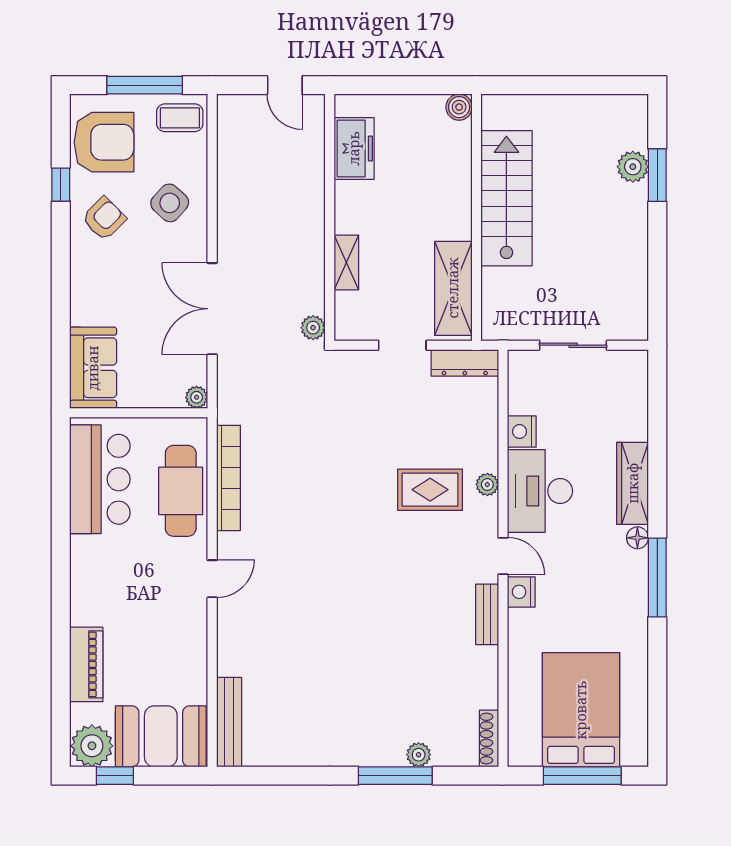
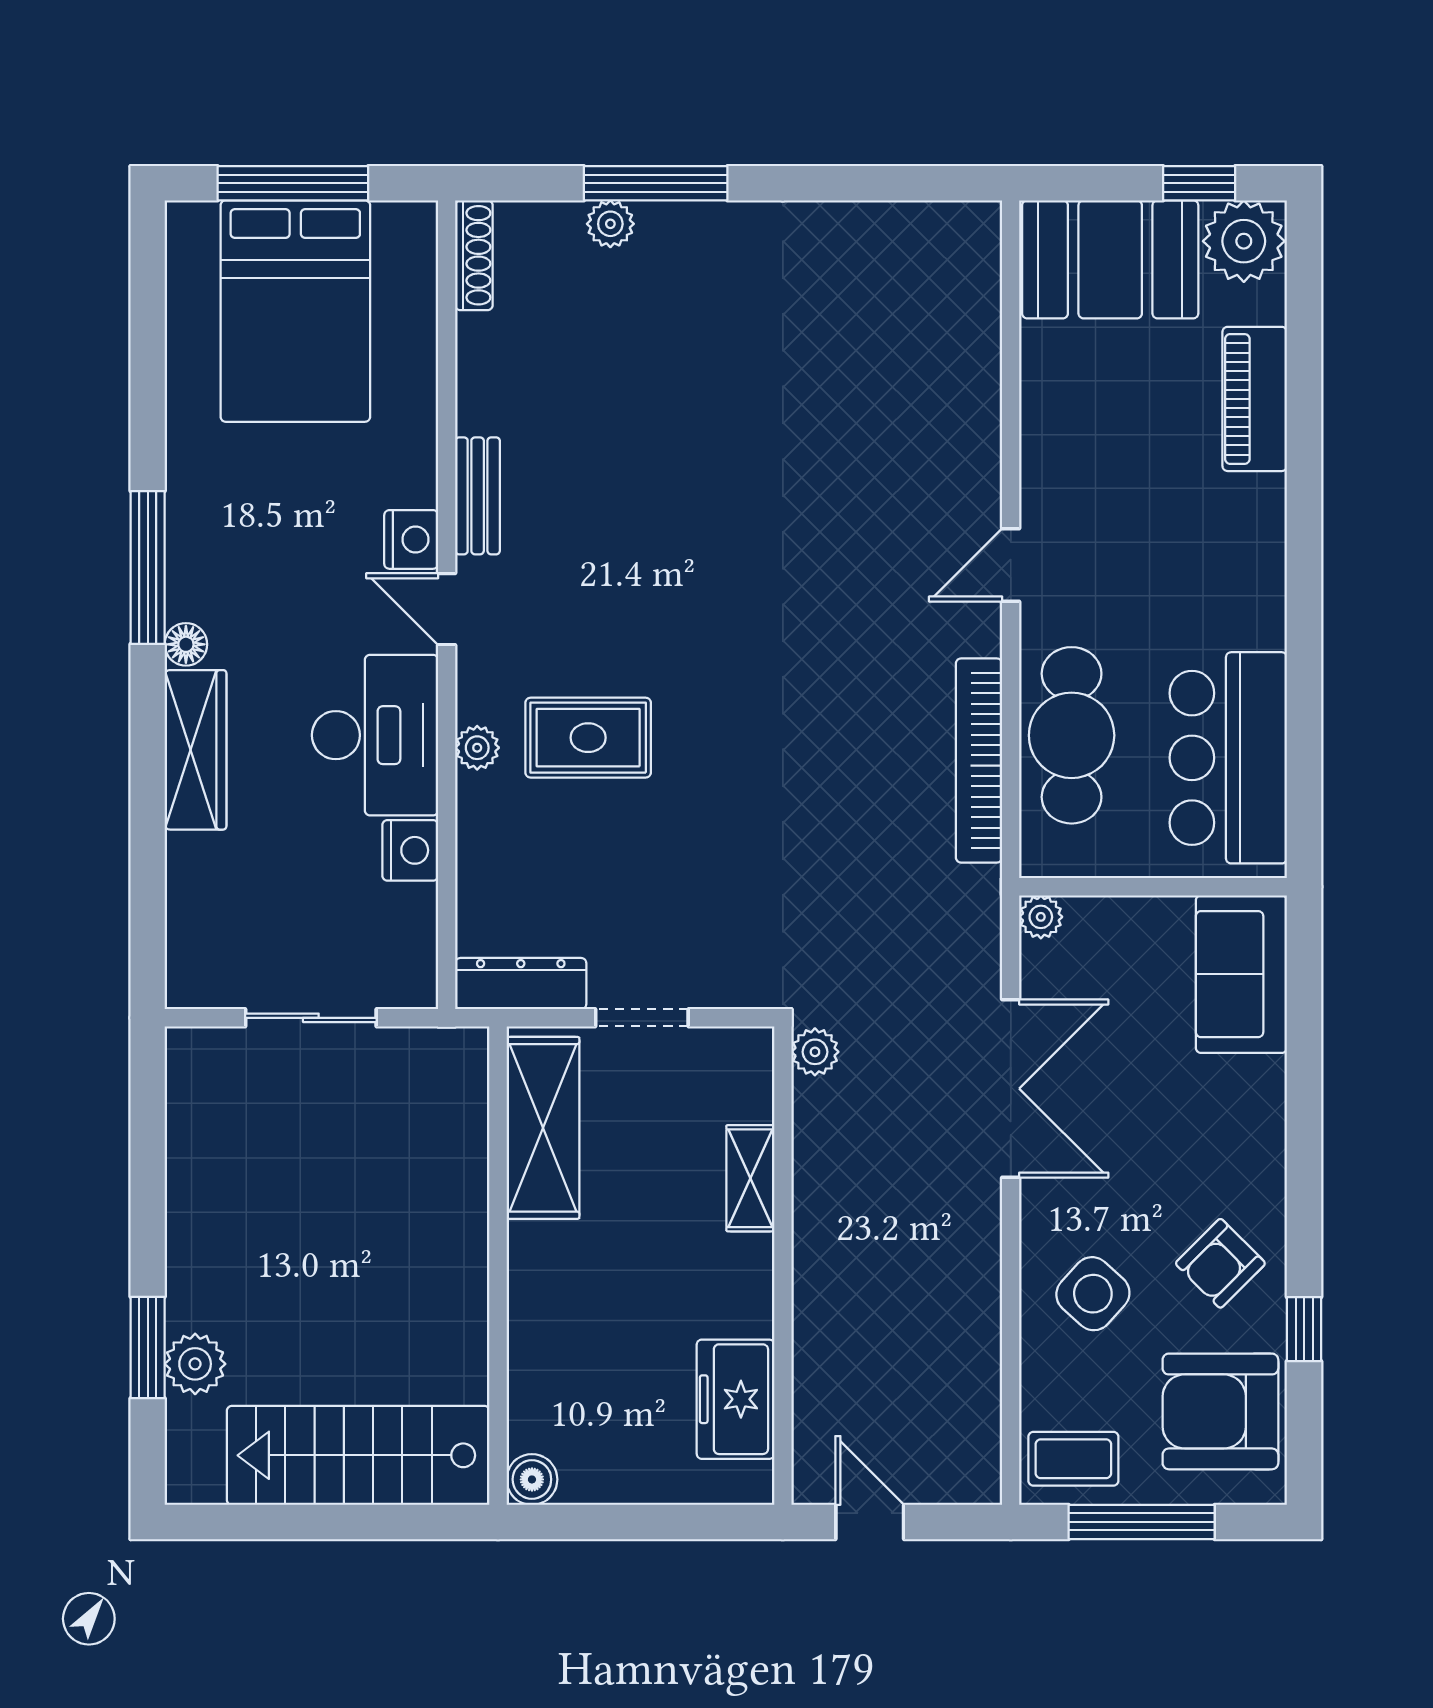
stairs: (506, 198) -> (358, 1455), moved, turned 90
bench: (229, 722) -> (978, 287), removed

